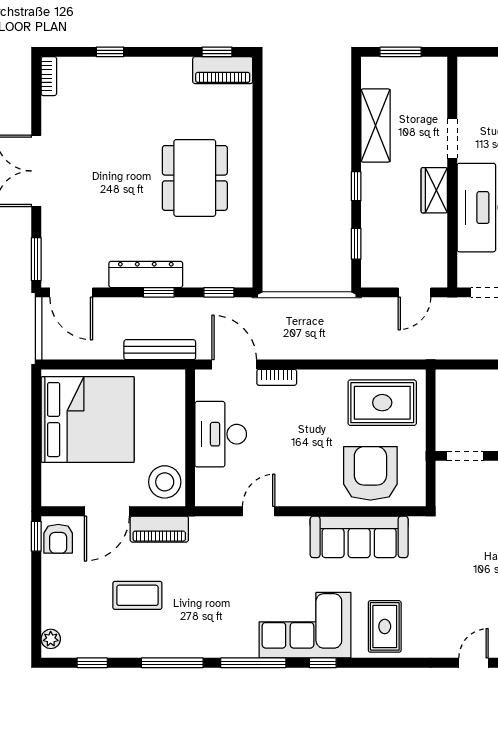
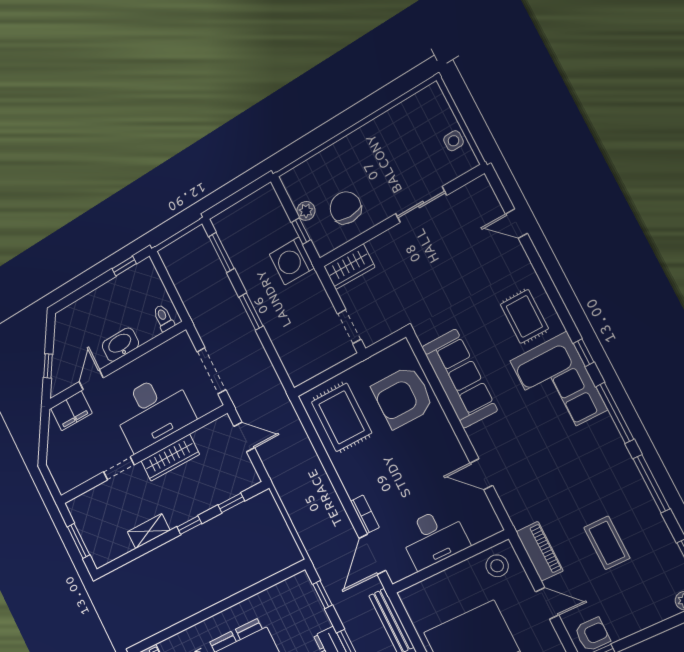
shelving: (376, 126) -> (149, 531), width x0.67, depth x0.75
wardrobe: (434, 190) -> (170, 458), width x1.50
stool: (165, 482) -> (497, 566), width x0.73, depth x0.73
door: (107, 511) -> (547, 603), width x0.73
rug: (385, 626) -> (524, 316), turned 90

